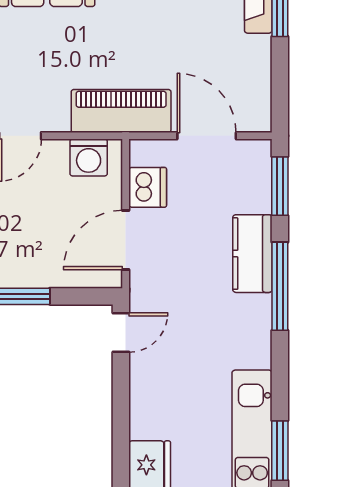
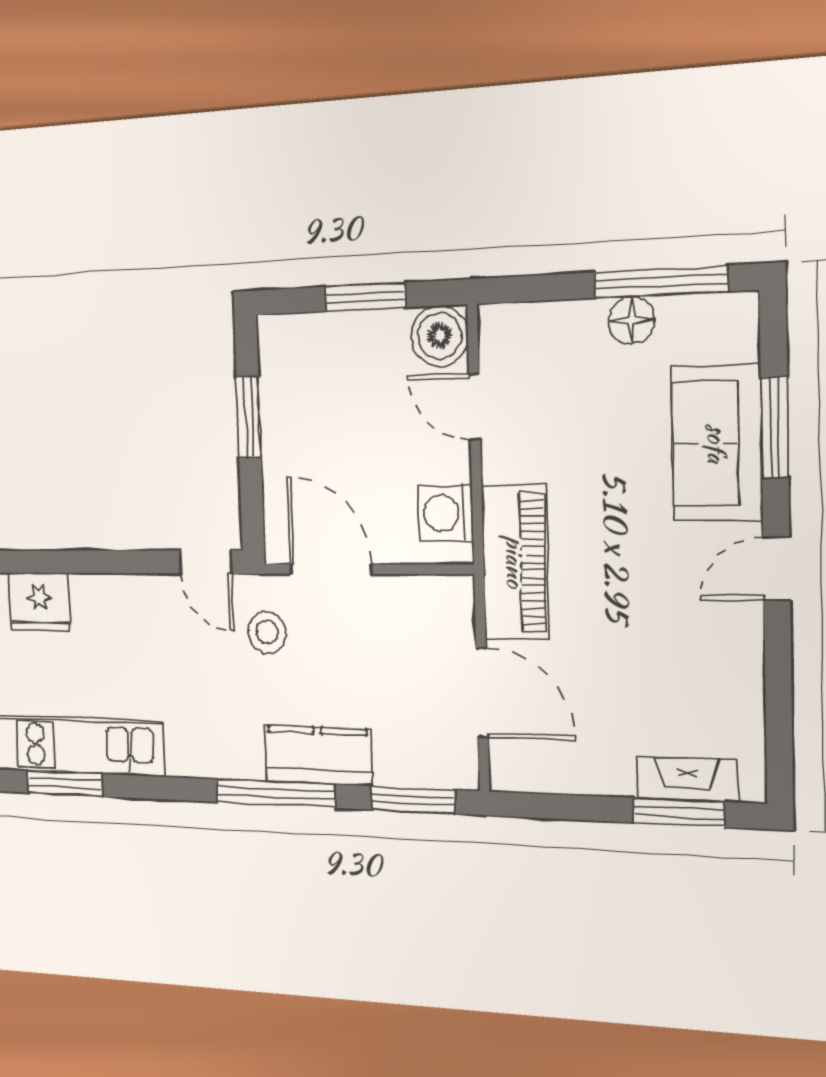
door: (207, 136) -> (482, 693), hinge flipped
dishwasher: (148, 187) -> (405, 602), removed
stool: (169, 288) -> (267, 632), added

